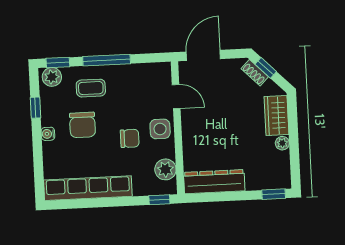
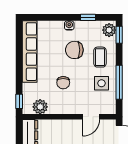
window: (107, 60) -> (119, 82), moved
side table: (160, 129) -> (101, 83), moved

